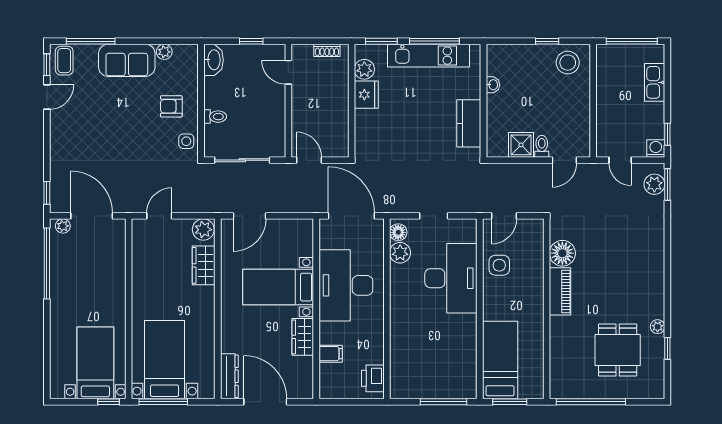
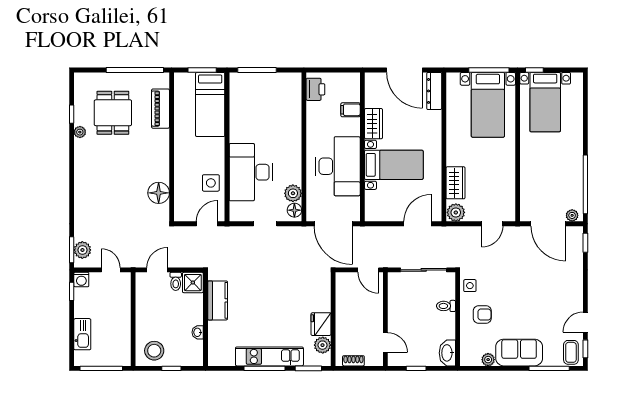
washbasin: (493, 85) -> (198, 332), moved
wall: (483, 101) -> (205, 319), moved
kitchen counter: (469, 123) -> (218, 300), moved
piano: (560, 291) -> (161, 109), moved

